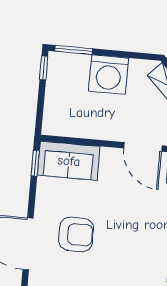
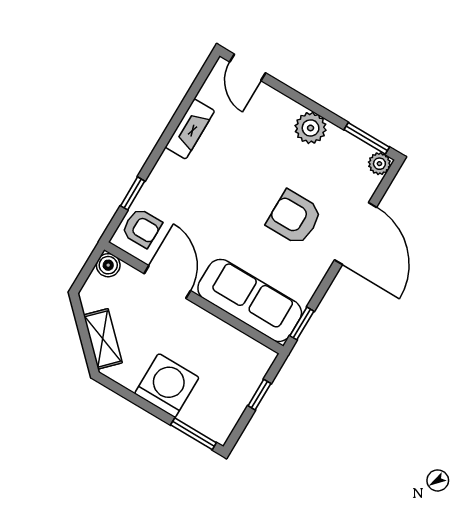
window: (44, 68) -> (259, 395), moved
sofa: (69, 161) -> (250, 300), width x1.36

